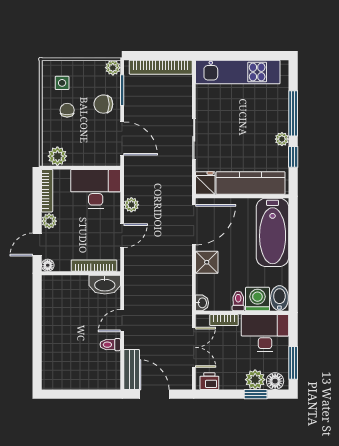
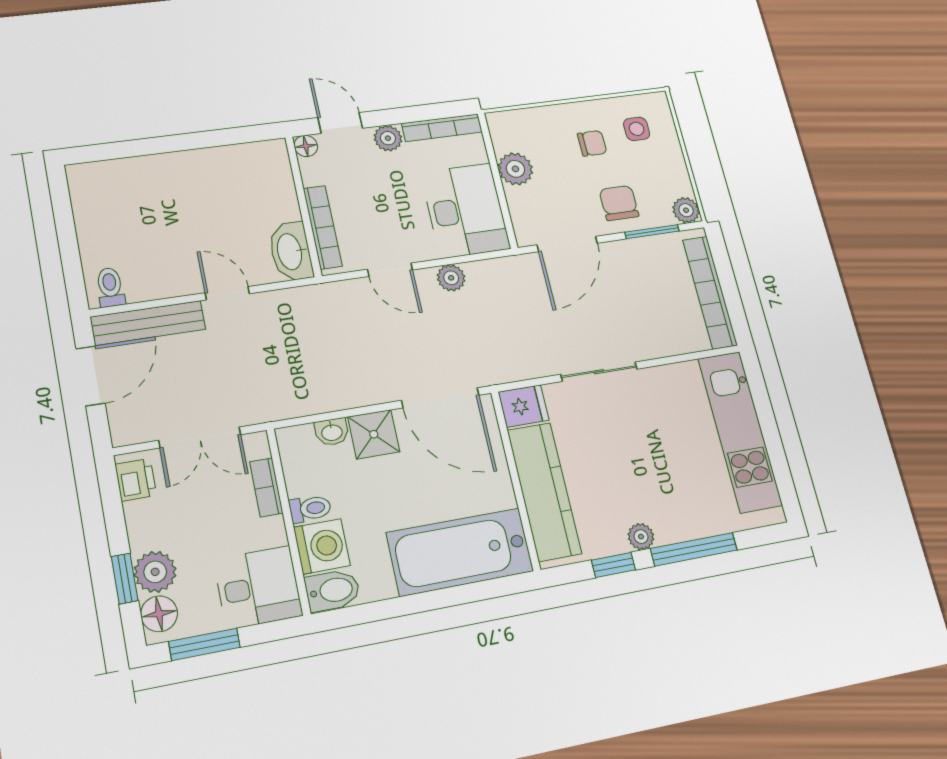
plant: (57, 156) -> (515, 169), moved
washbasin: (202, 303) -> (332, 432), moved
desk: (265, 333) -> (258, 587), width x0.73
toilet: (110, 345) -> (110, 287), moved
bench: (132, 369) -> (148, 323), width x1.36

